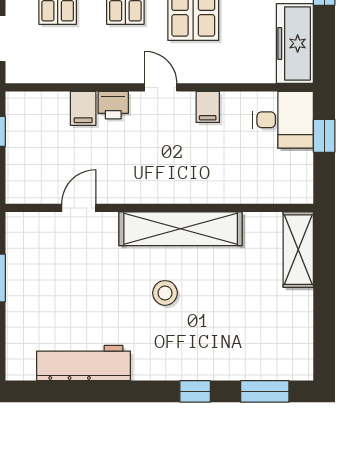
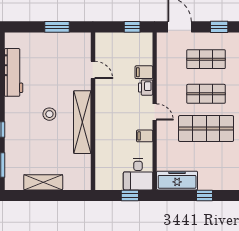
door: (161, 87) -> (155, 112), hinge flipped
shelving: (298, 250) -> (43, 182), moved

